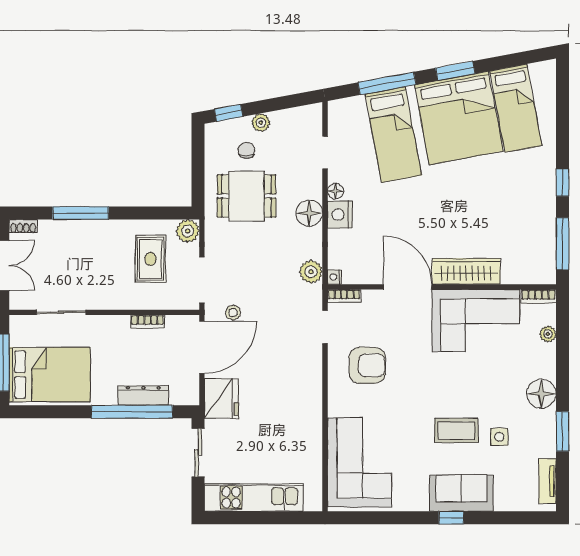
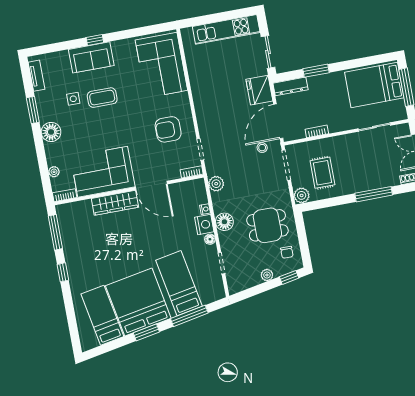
chair: (246, 150) -> (287, 252), moved
nightstand: (334, 277) -> (205, 209), moved
dresser: (143, 395) -> (290, 86), moved
window: (132, 412) -> (316, 71), width x0.47

